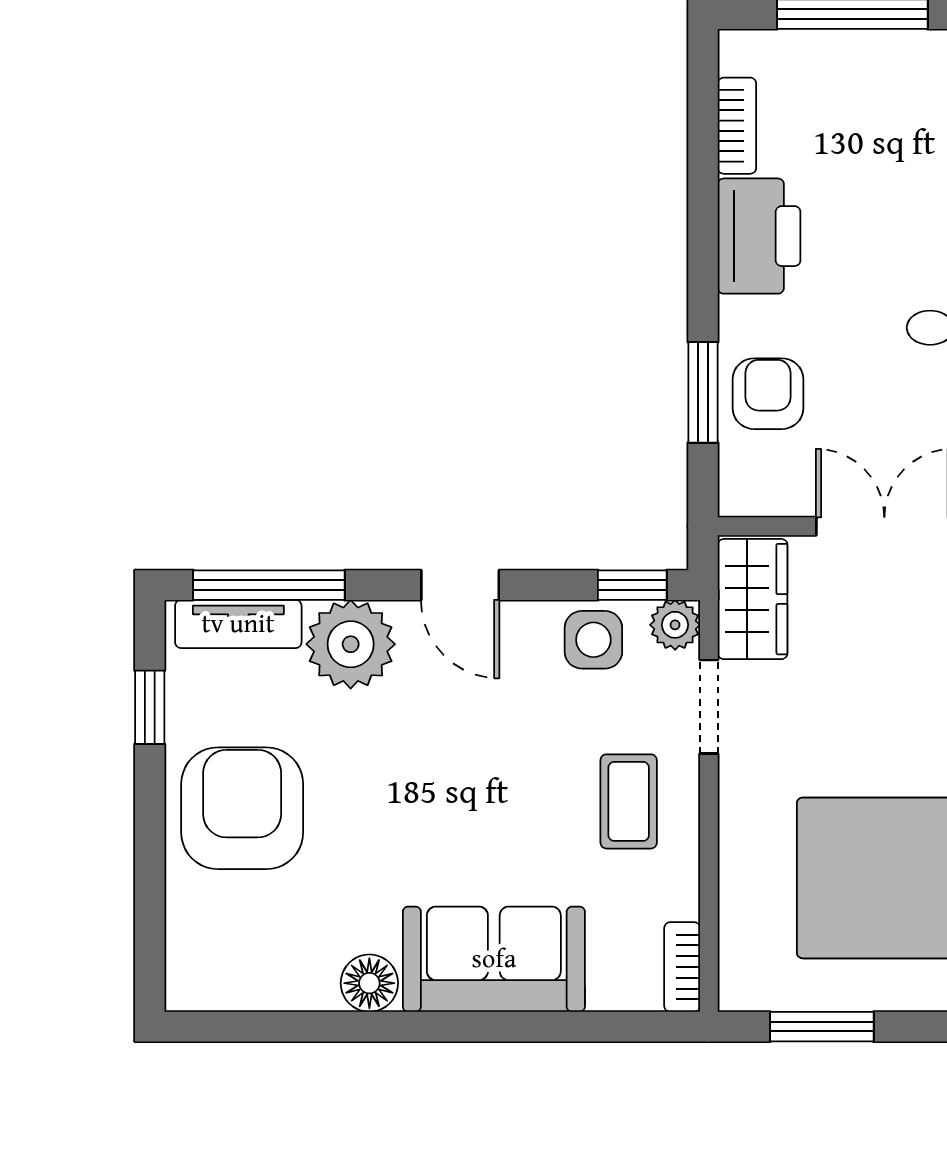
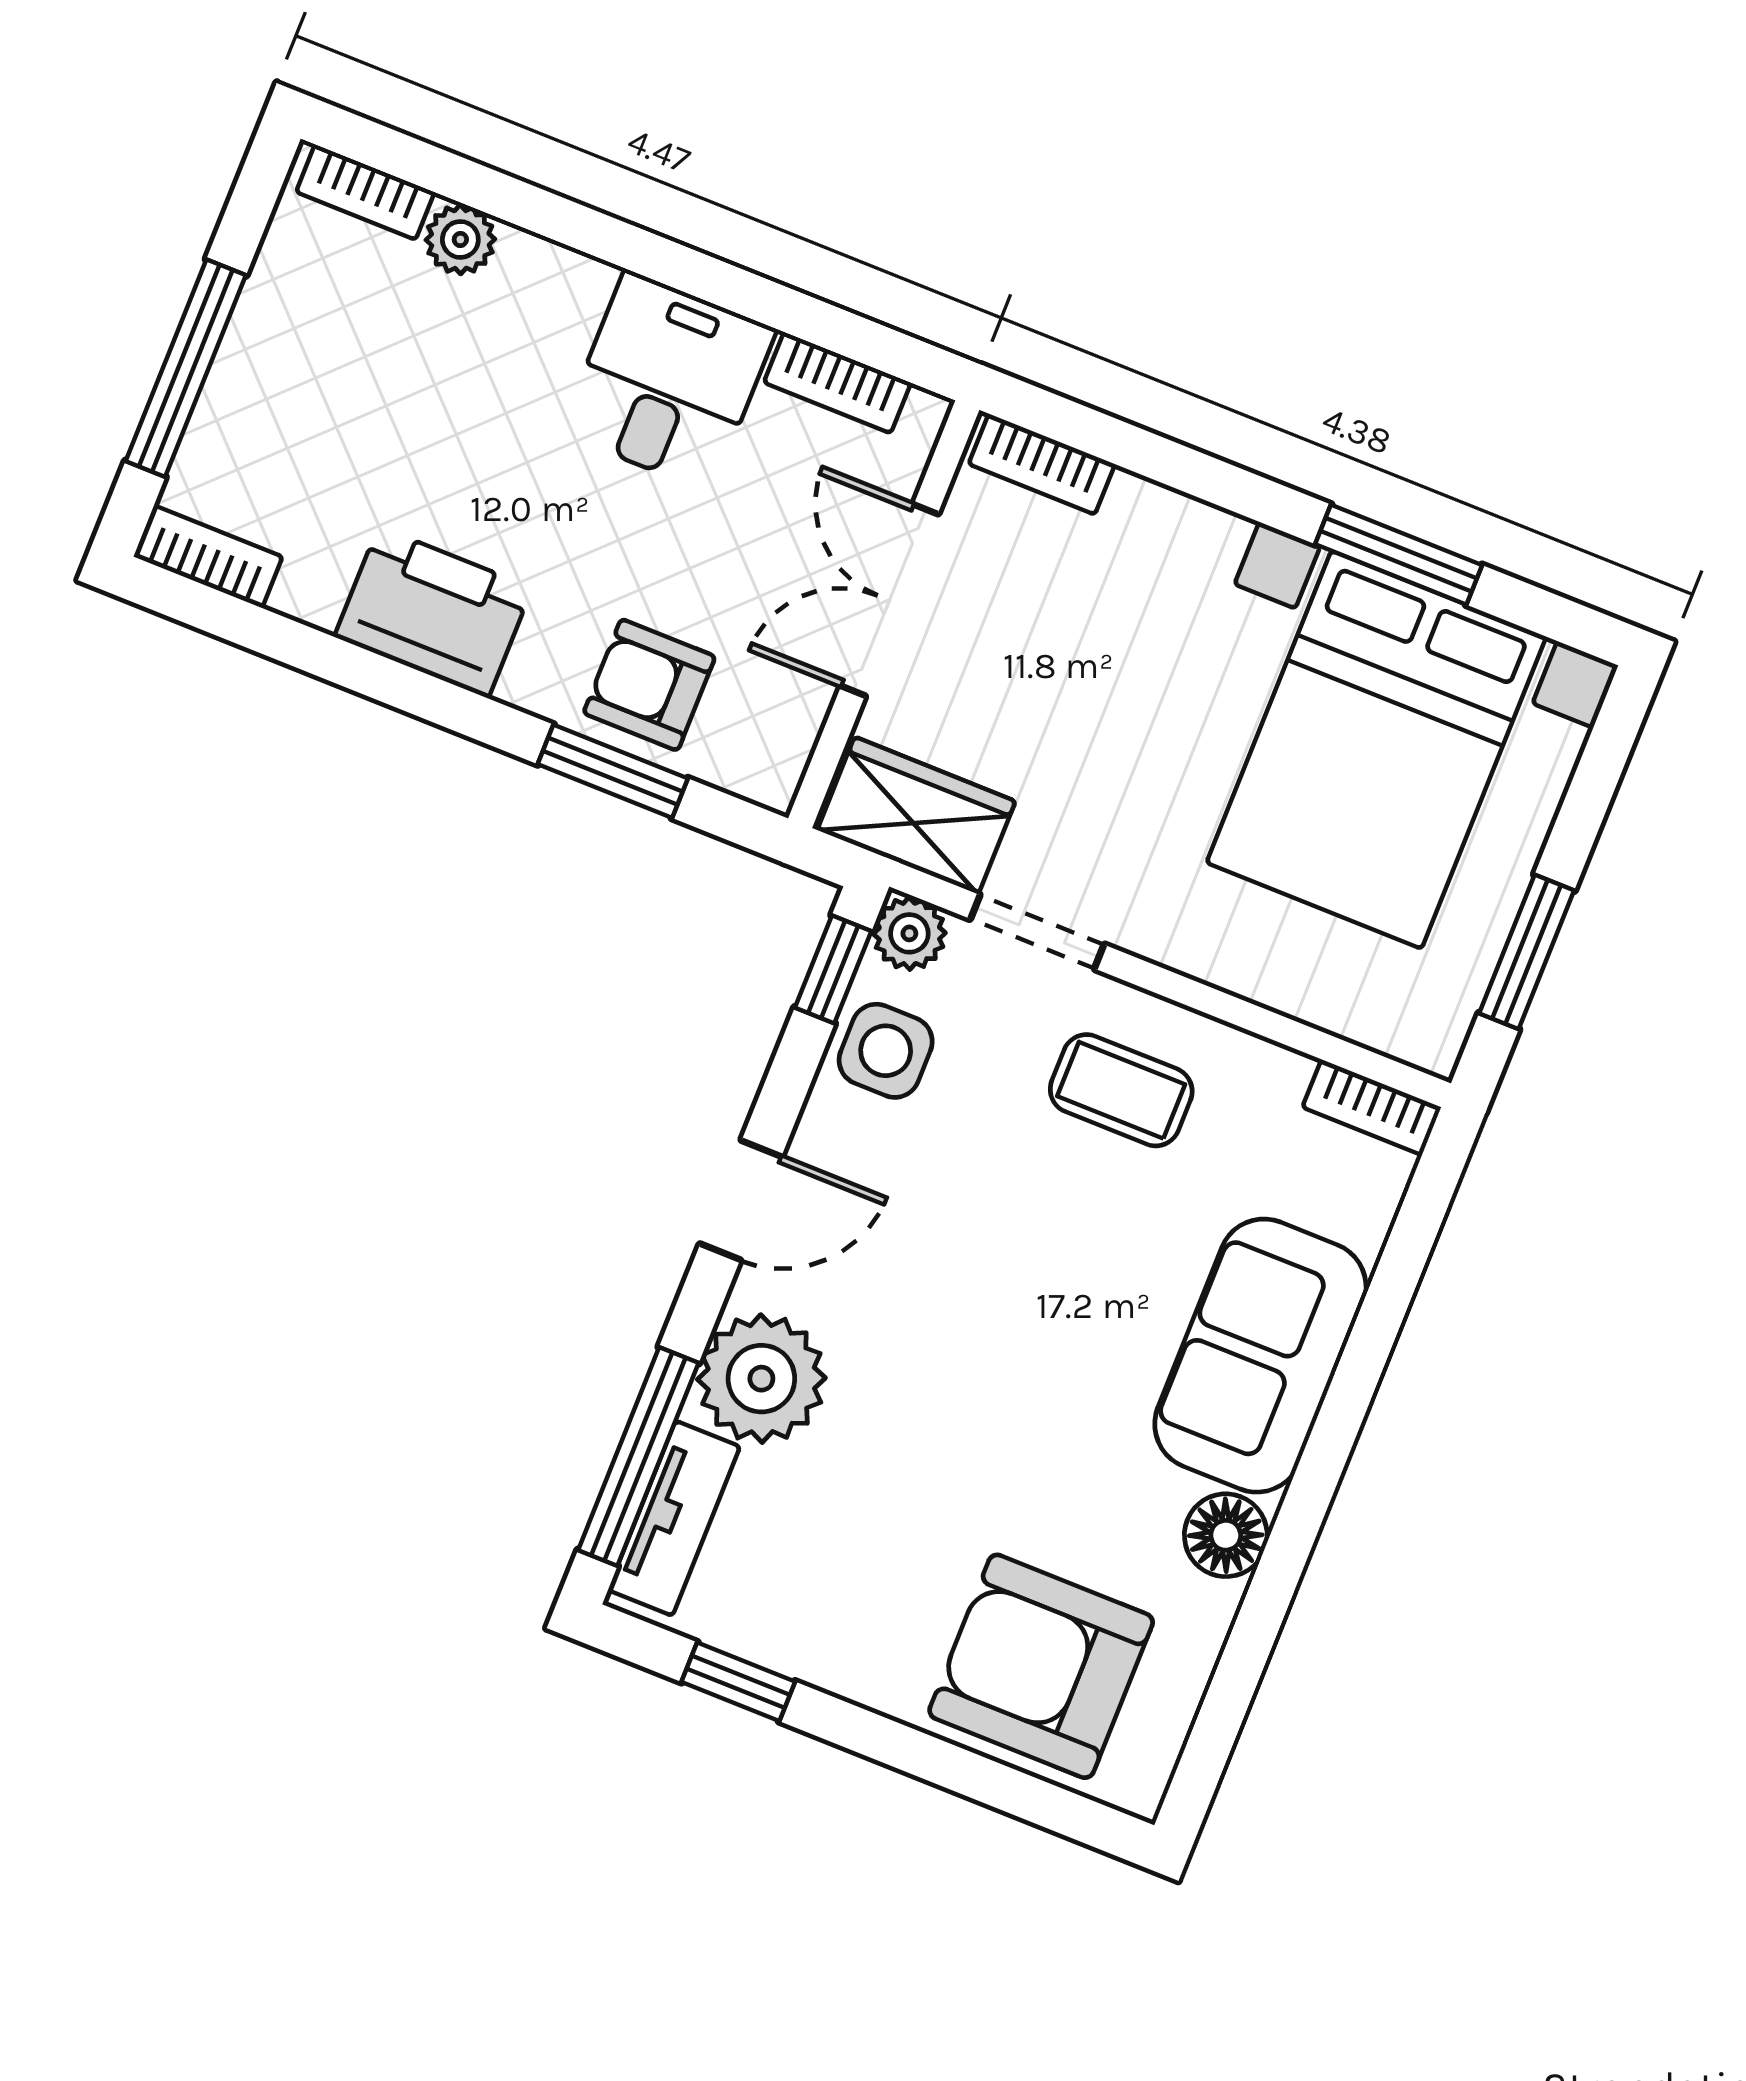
bookcase: (737, 126) -> (208, 557), moved
armchair: (242, 808) -> (1041, 1666), moved

